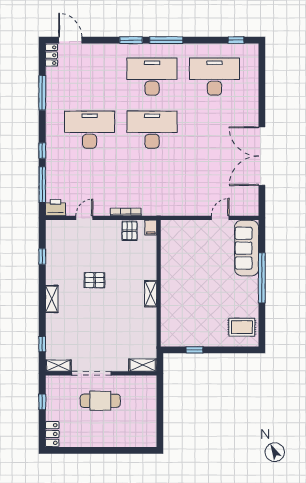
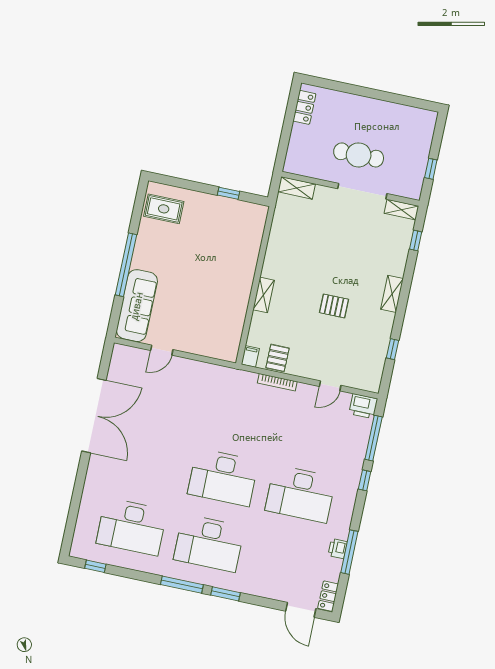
printer: (52, 93) -> (338, 549), added
shelving: (151, 294) -> (264, 295), moved
locker: (52, 434) -> (304, 107), moved, turned 180

